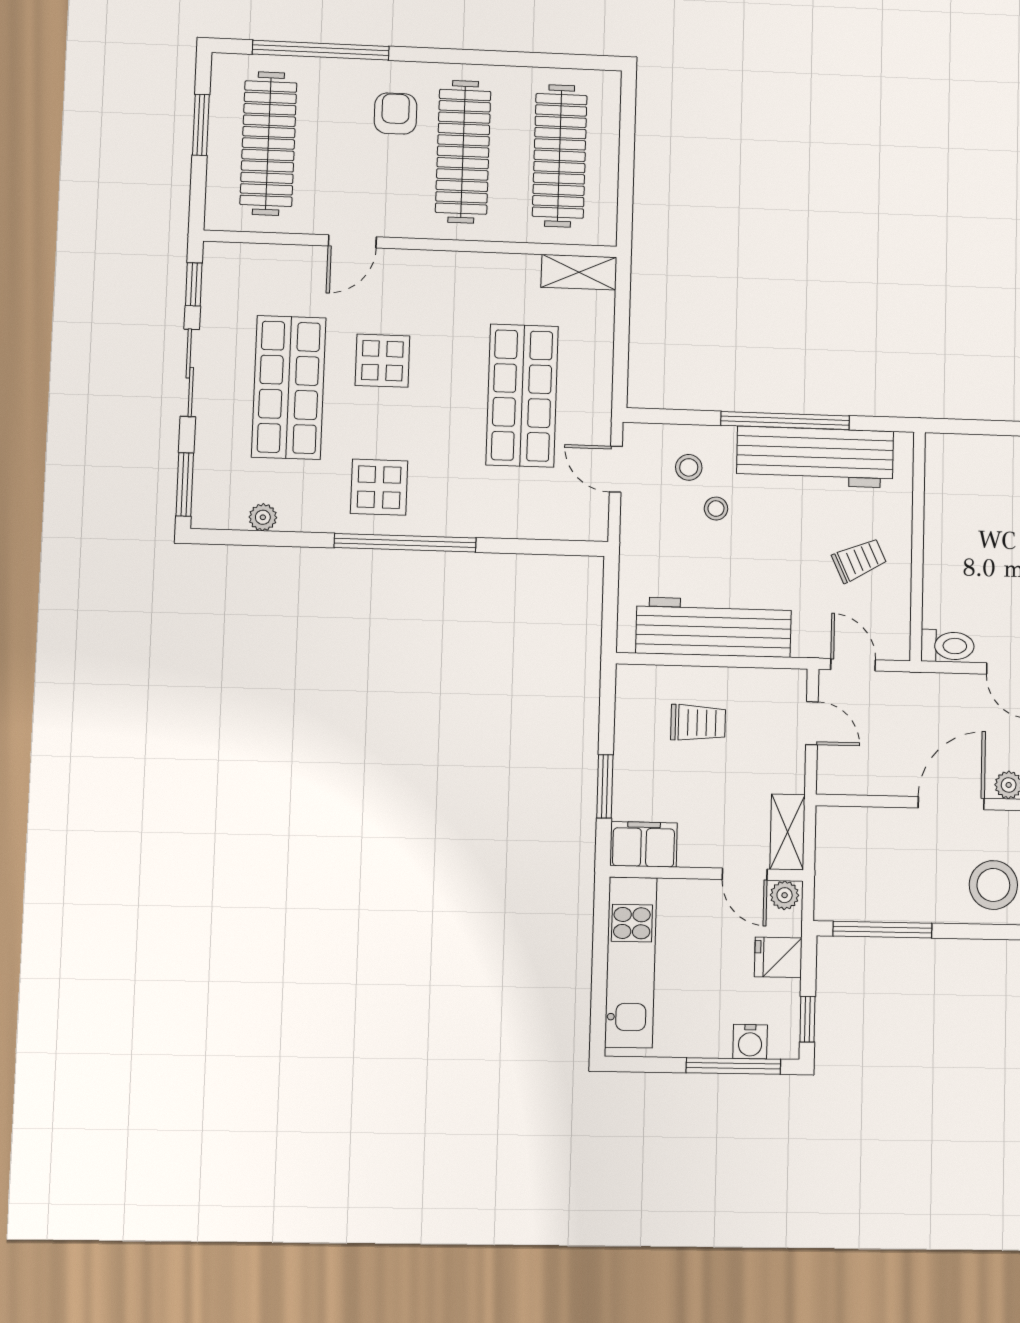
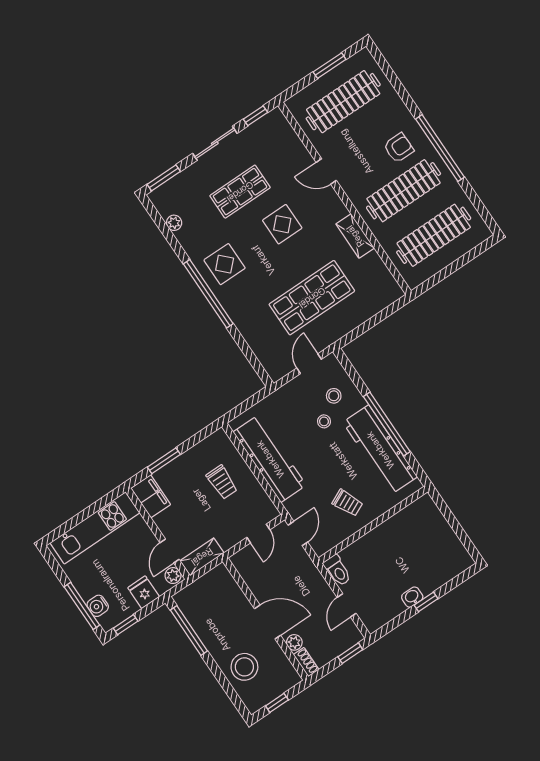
window: (321, 50) -> (440, 148), moved
shelving: (579, 272) -> (355, 236), moved
shop shelf: (289, 387) -> (240, 192), width x0.70, depth x0.74

